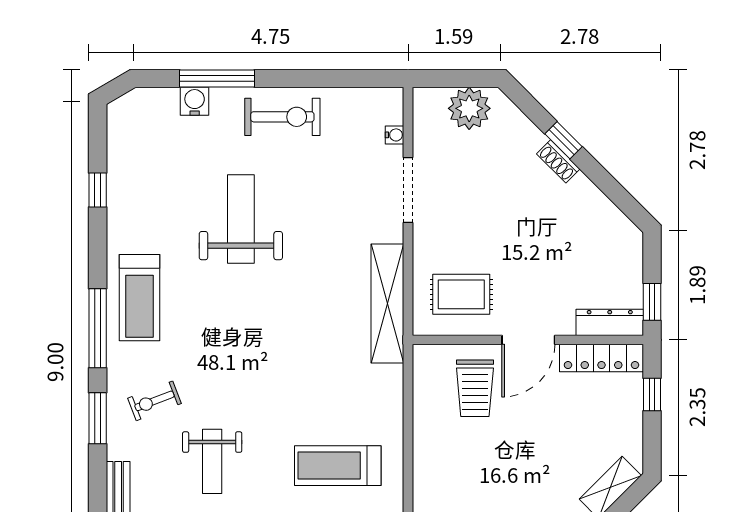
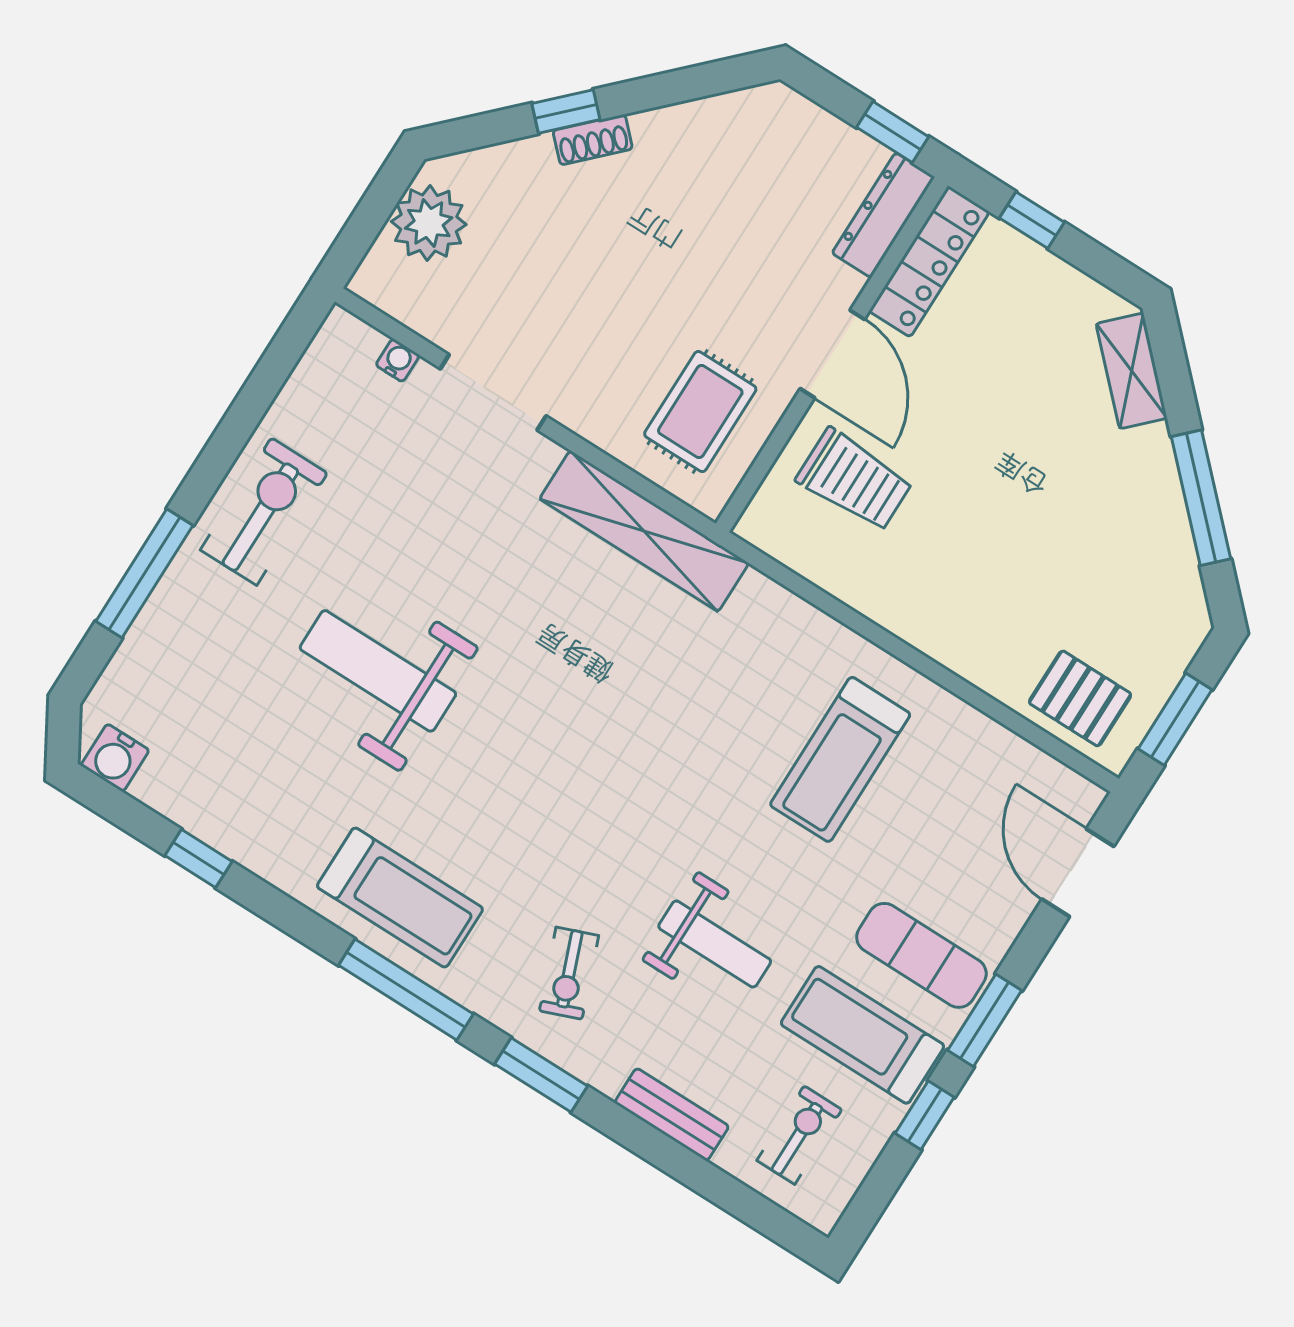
water cooler: (195, 101) -> (115, 758), moved, turned -90

